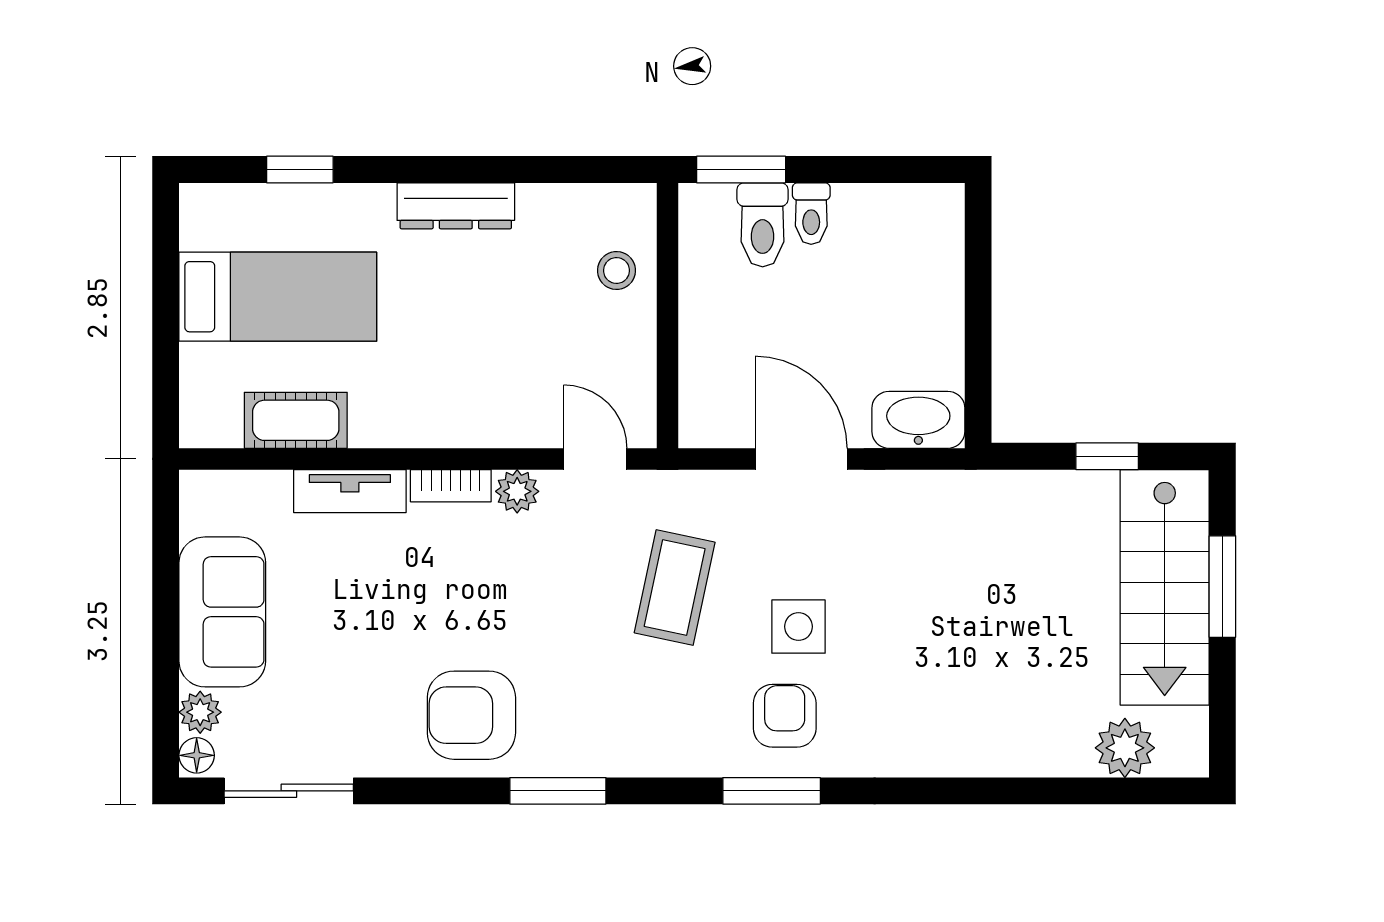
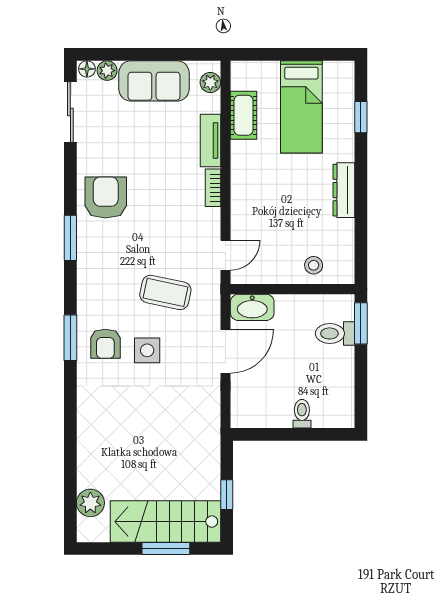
toilet: (811, 214) -> (302, 414), moved, turned 90
washbasin: (918, 420) -> (252, 307), moved, turned 90
plant: (517, 491) -> (210, 82), moved
armchair: (785, 716) -> (105, 344), turned 90

